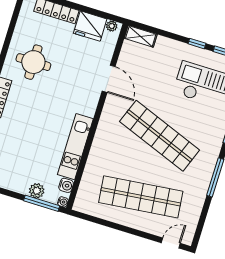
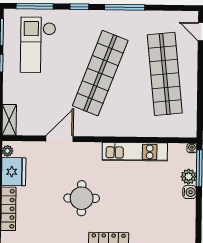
round table: (33, 62) -> (82, 198), moved
water cooler: (66, 185) -> (190, 192), moved, turned 90

